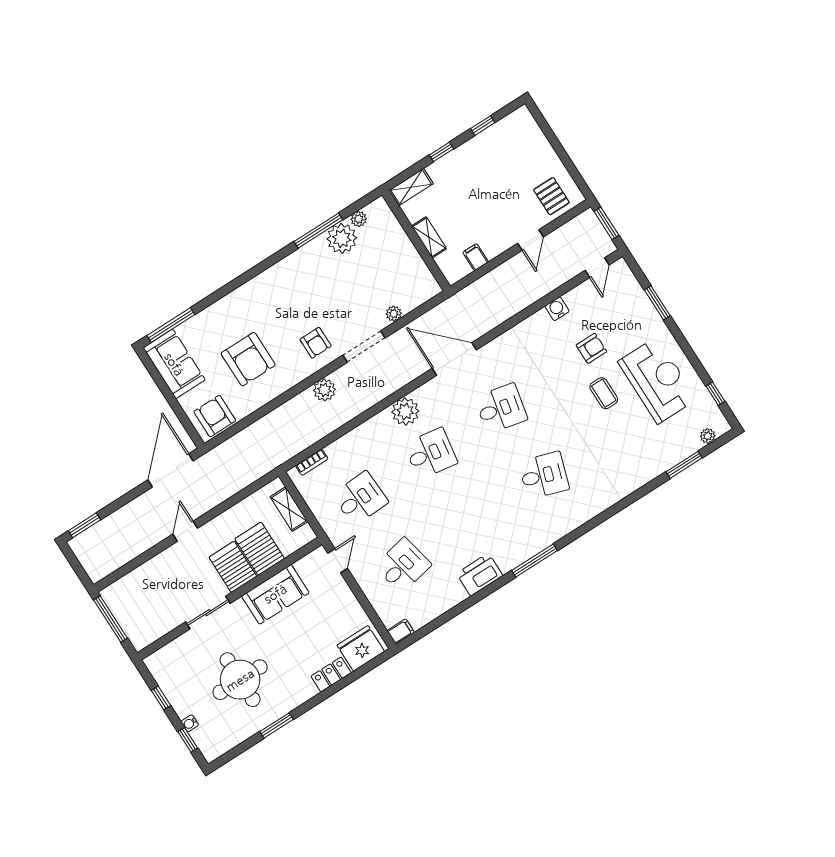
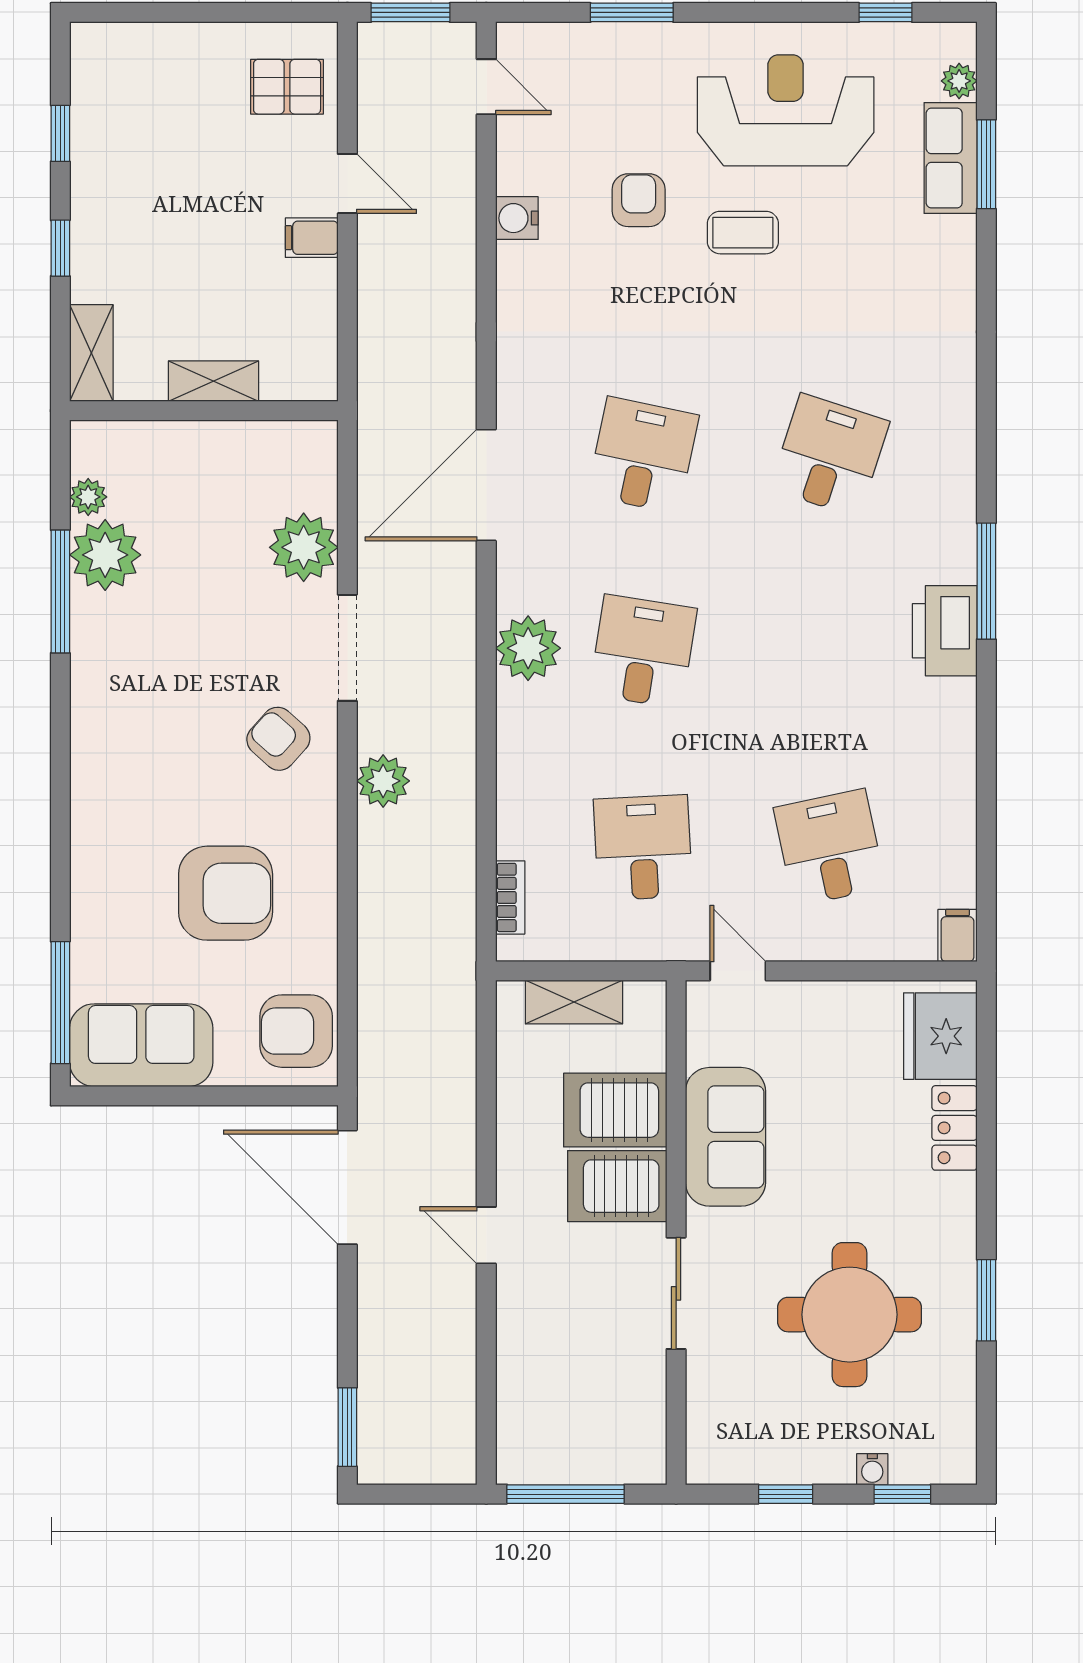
filing cabinet: (476, 257) -> (312, 238), moved
plant: (394, 314) -> (304, 547), width x1.88, depth x1.88
armchair: (316, 343) -> (278, 739), turned -138
row of seats: (678, 451) -> (951, 158), added
printer: (480, 575) -> (945, 631), moved

